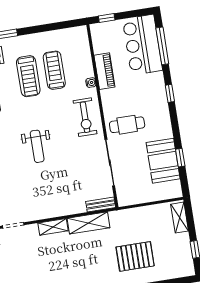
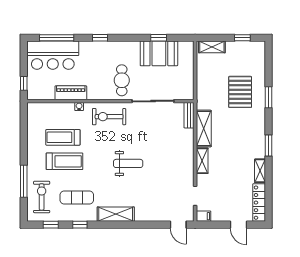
exercise bike: (85, 117) -> (109, 117), turned 180

